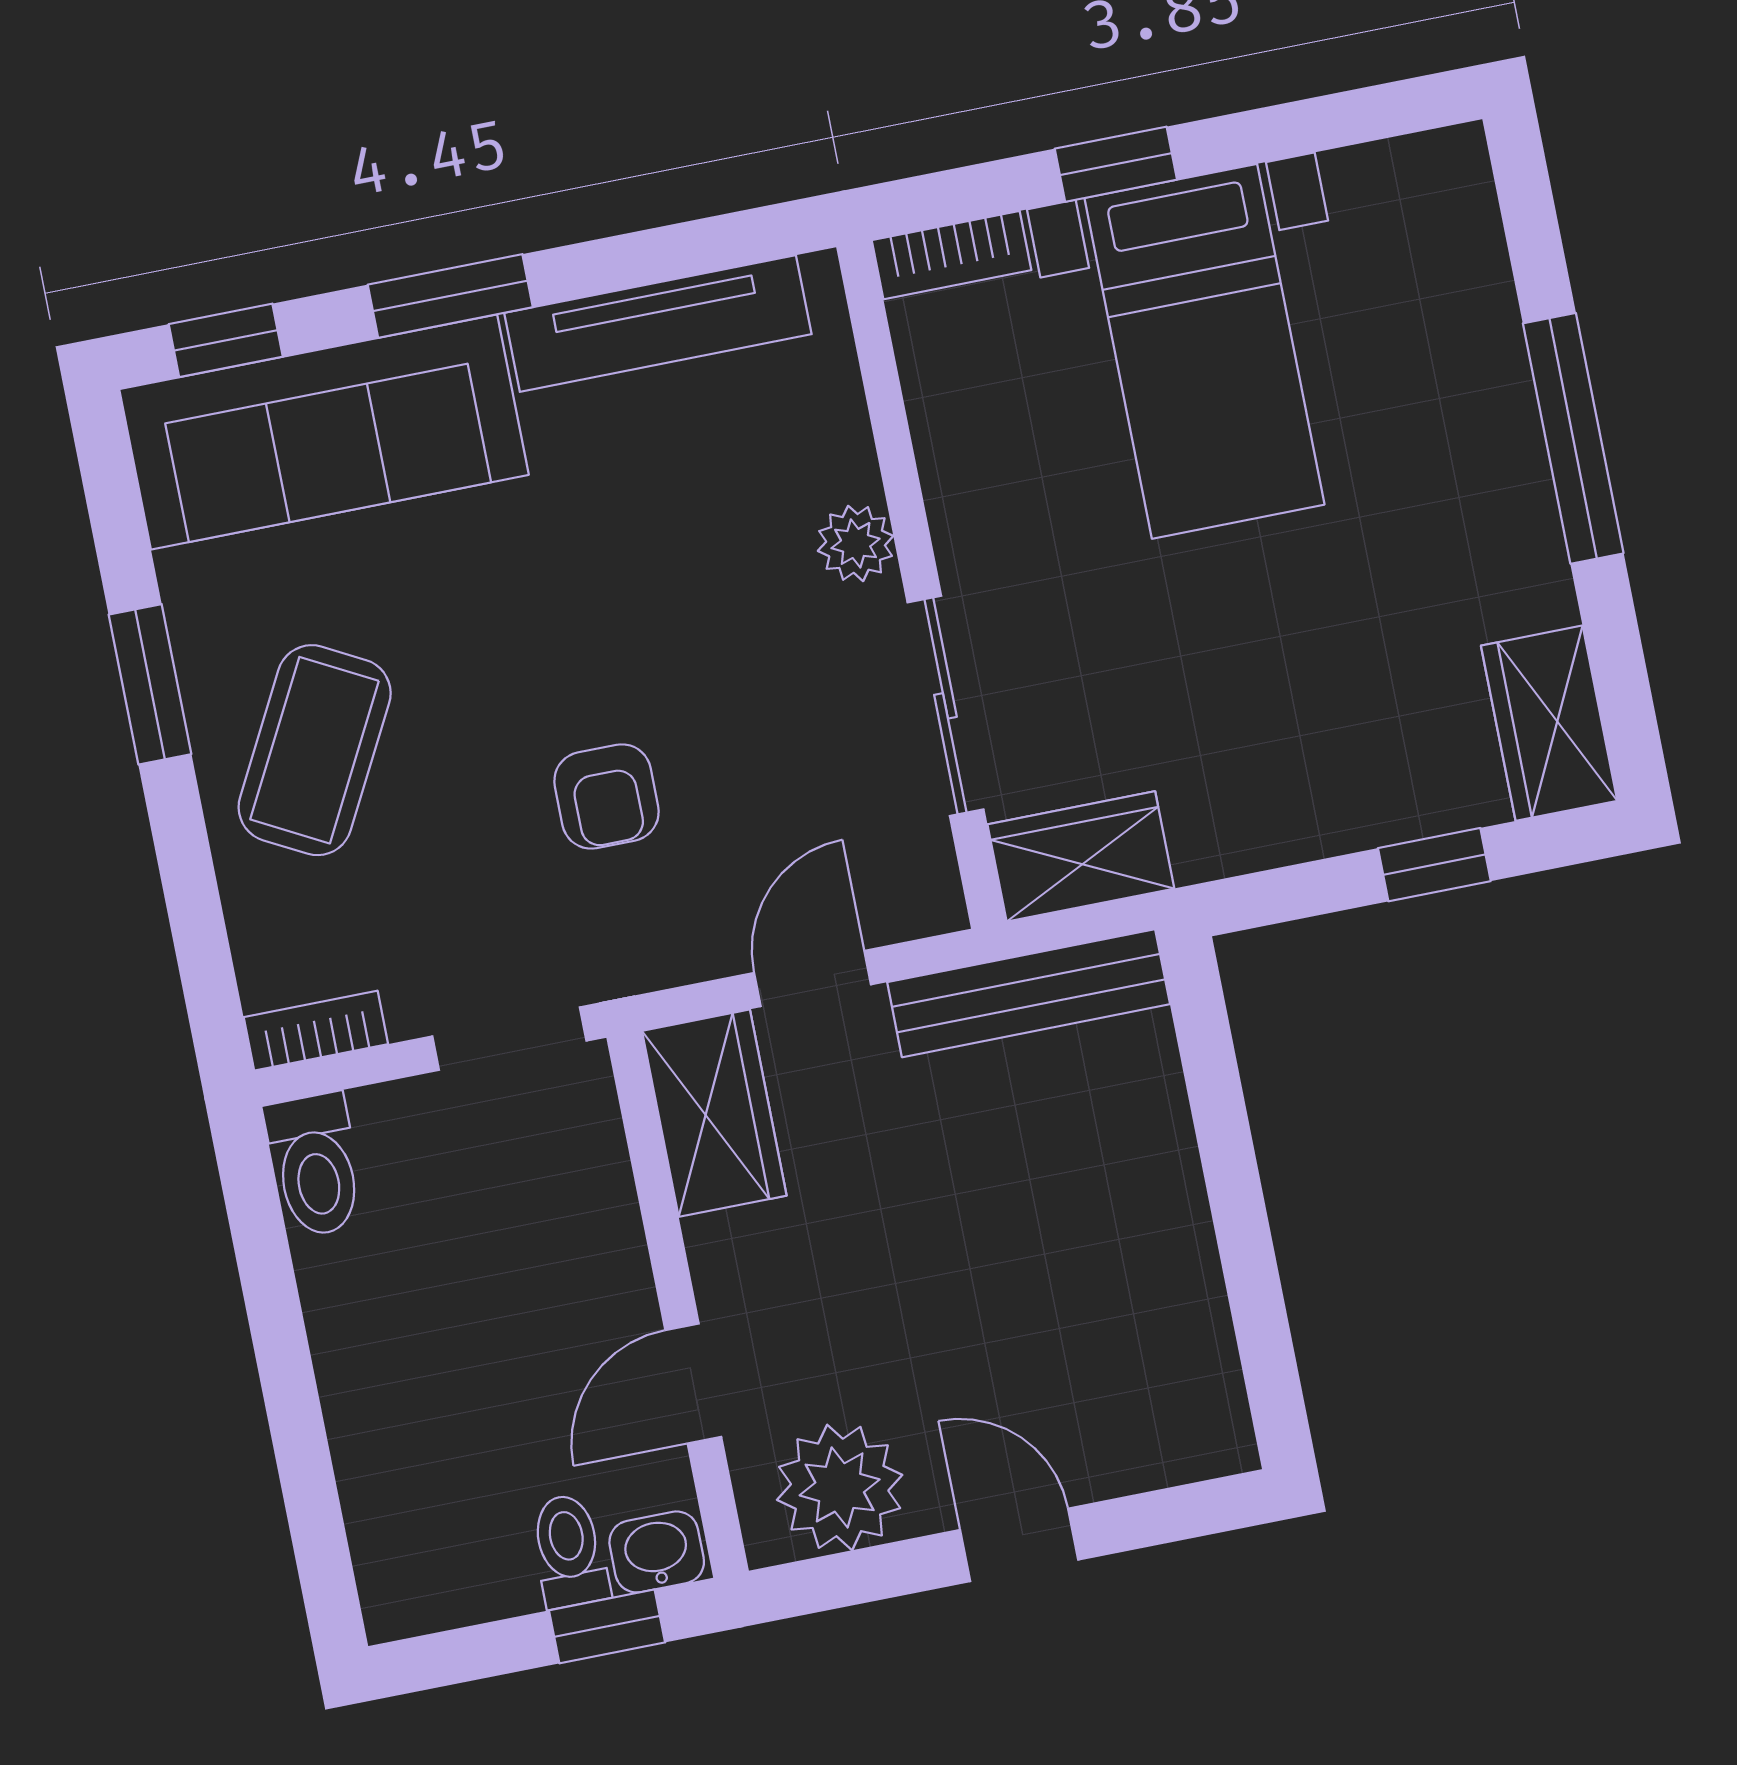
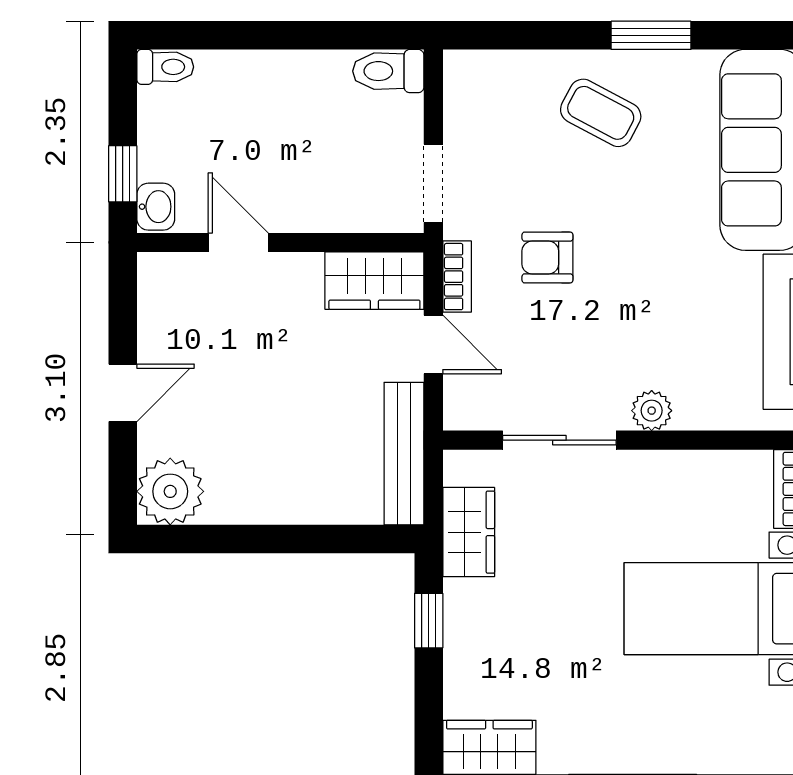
coffee table: (315, 750) -> (601, 113), width x0.73, depth x0.77
wardrobe: (1081, 856) -> (469, 532), moved
window: (1434, 865) -> (429, 621), moved
bookcase: (316, 1031) -> (457, 277), moved
plant: (840, 1487) -> (170, 491), moved
toilet: (569, 1551) -> (165, 67), moved

